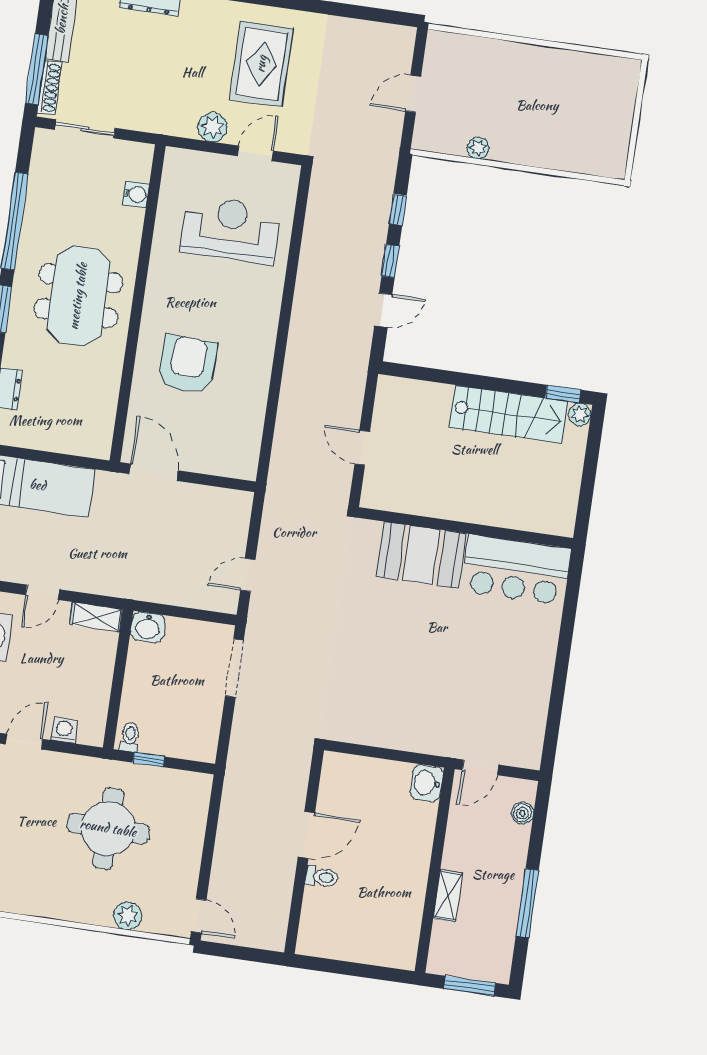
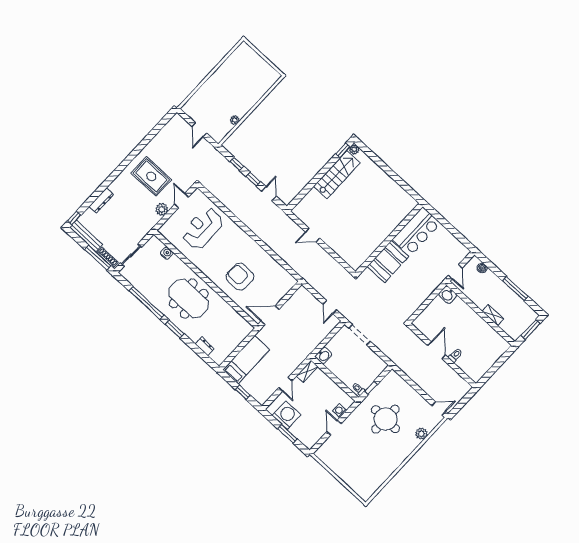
wall: (465, 528) -> (389, 239), moved
booth: (421, 555) -> (388, 261), moved
bar counter: (516, 570) -> (416, 231), moved

